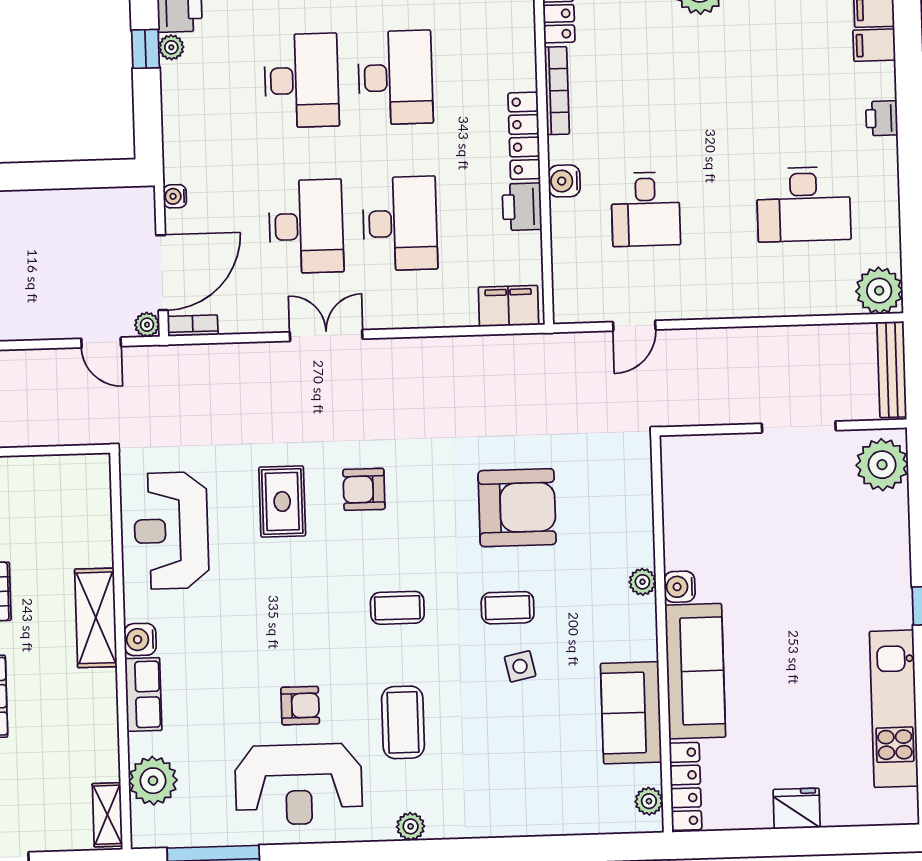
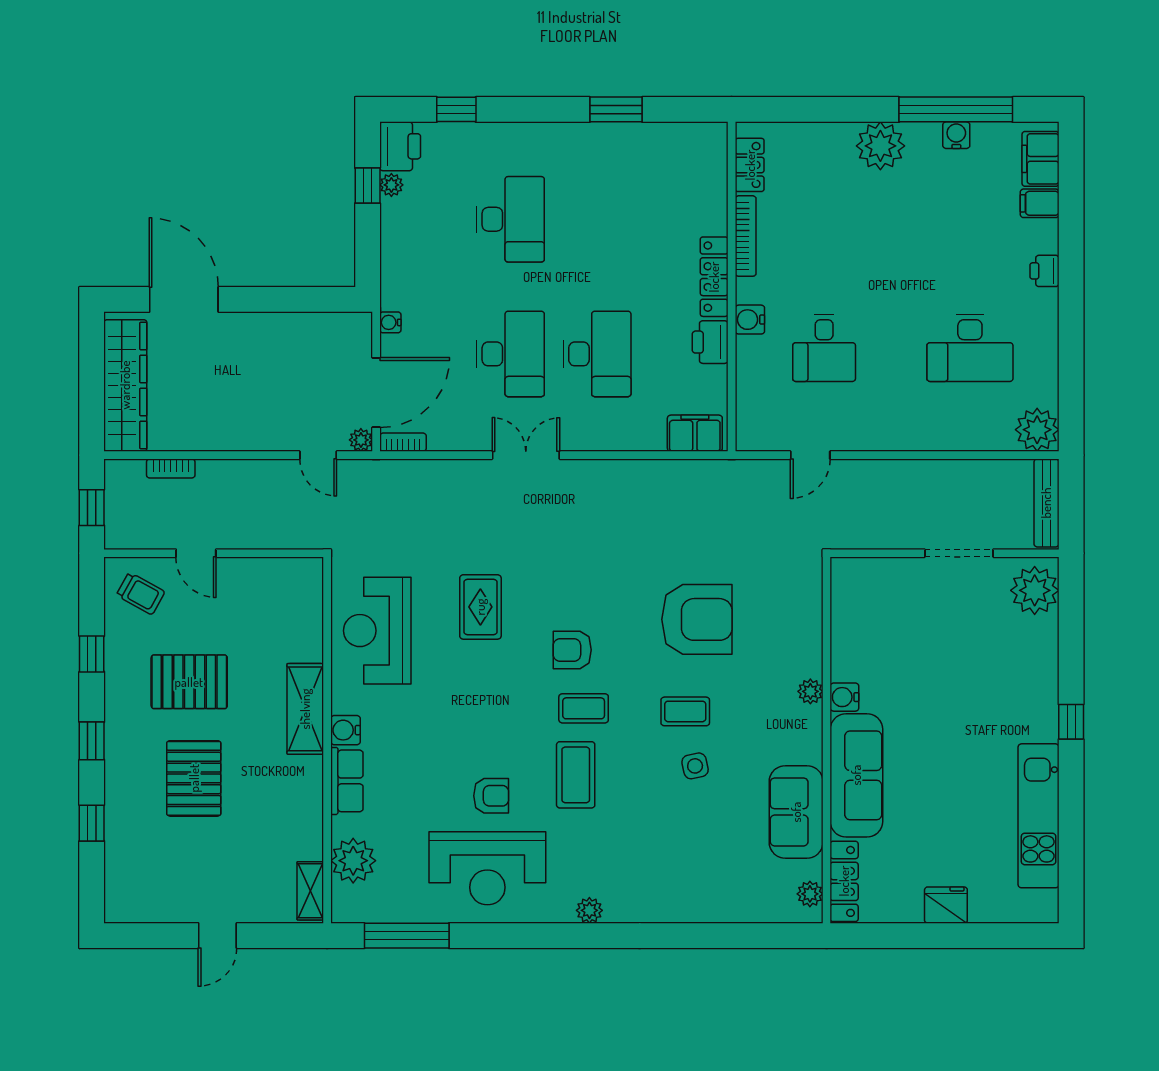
desk: (395, 78) -> (597, 219), removed
armchair: (364, 489) -> (572, 650), moved
coffee table: (403, 722) -> (576, 775), moved

